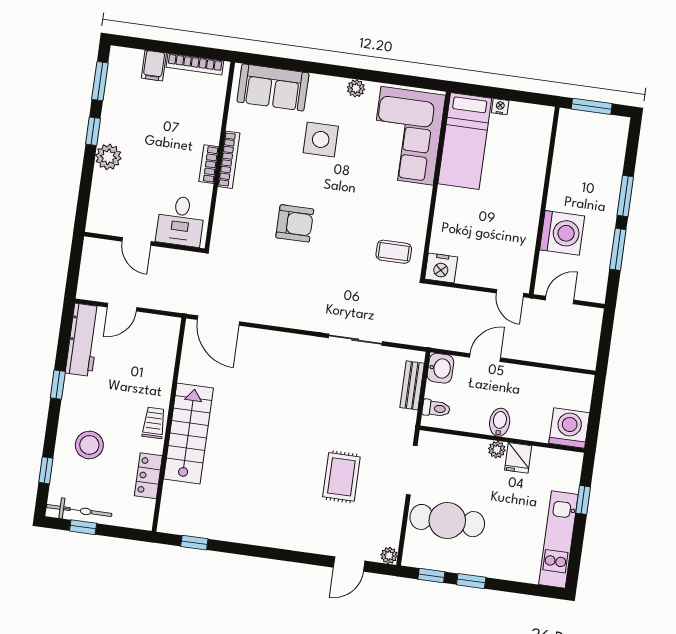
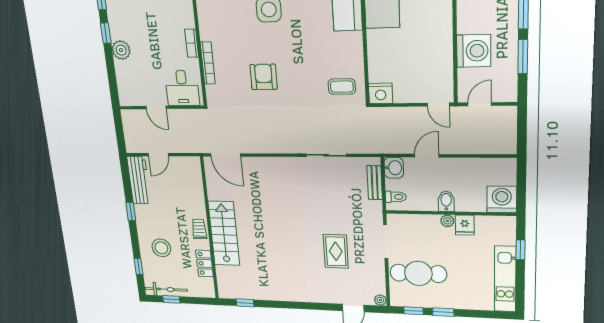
bookcase: (229, 160) -> (208, 63), moved
armchair: (295, 223) -> (264, 77), turned -90

